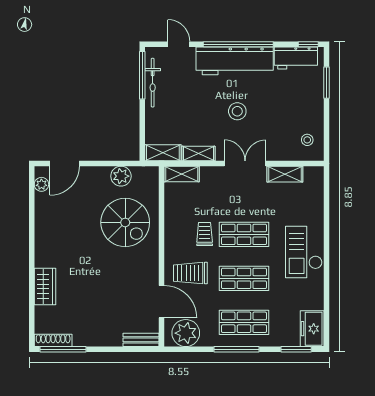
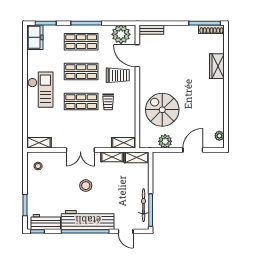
door: (65, 163) -> (193, 150), moved
shelving: (285, 174) -> (39, 143), moved

